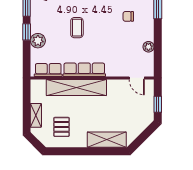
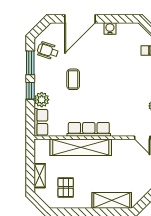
chair: (128, 16) -> (134, 75), removed
coffee table: (77, 28) -> (73, 79), moved
row of seats: (48, 70) -> (41, 122), moved, turned 90

